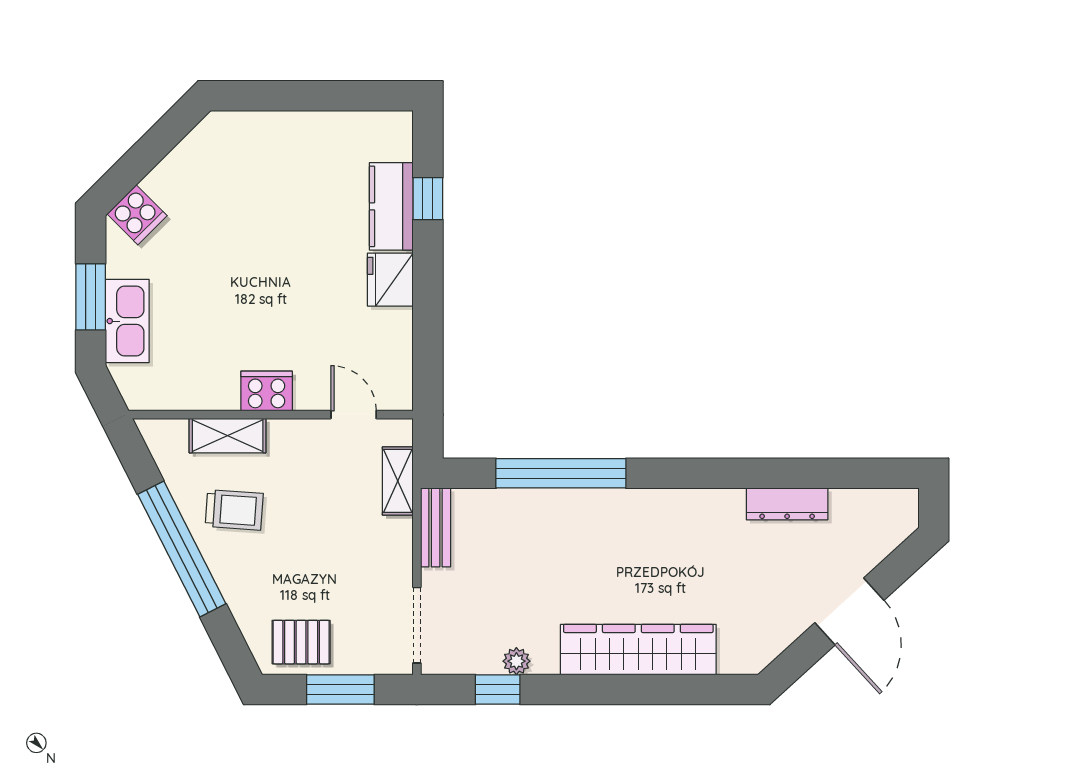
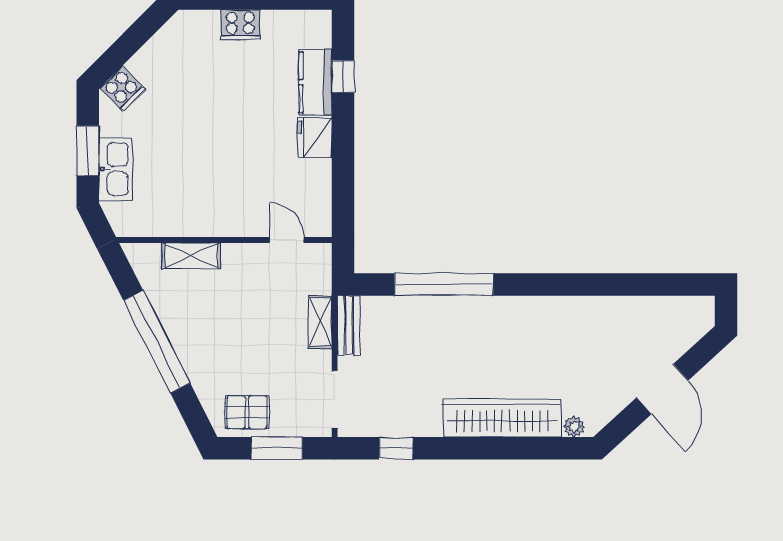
cooker: (267, 391) -> (240, 25), moved, turned 180
shelving: (398, 481) -> (320, 322), moved
dresser: (787, 504) -> (615, 308), removed
trolley: (234, 510) -> (196, 312), removed
plant: (516, 661) -> (574, 427), moved

